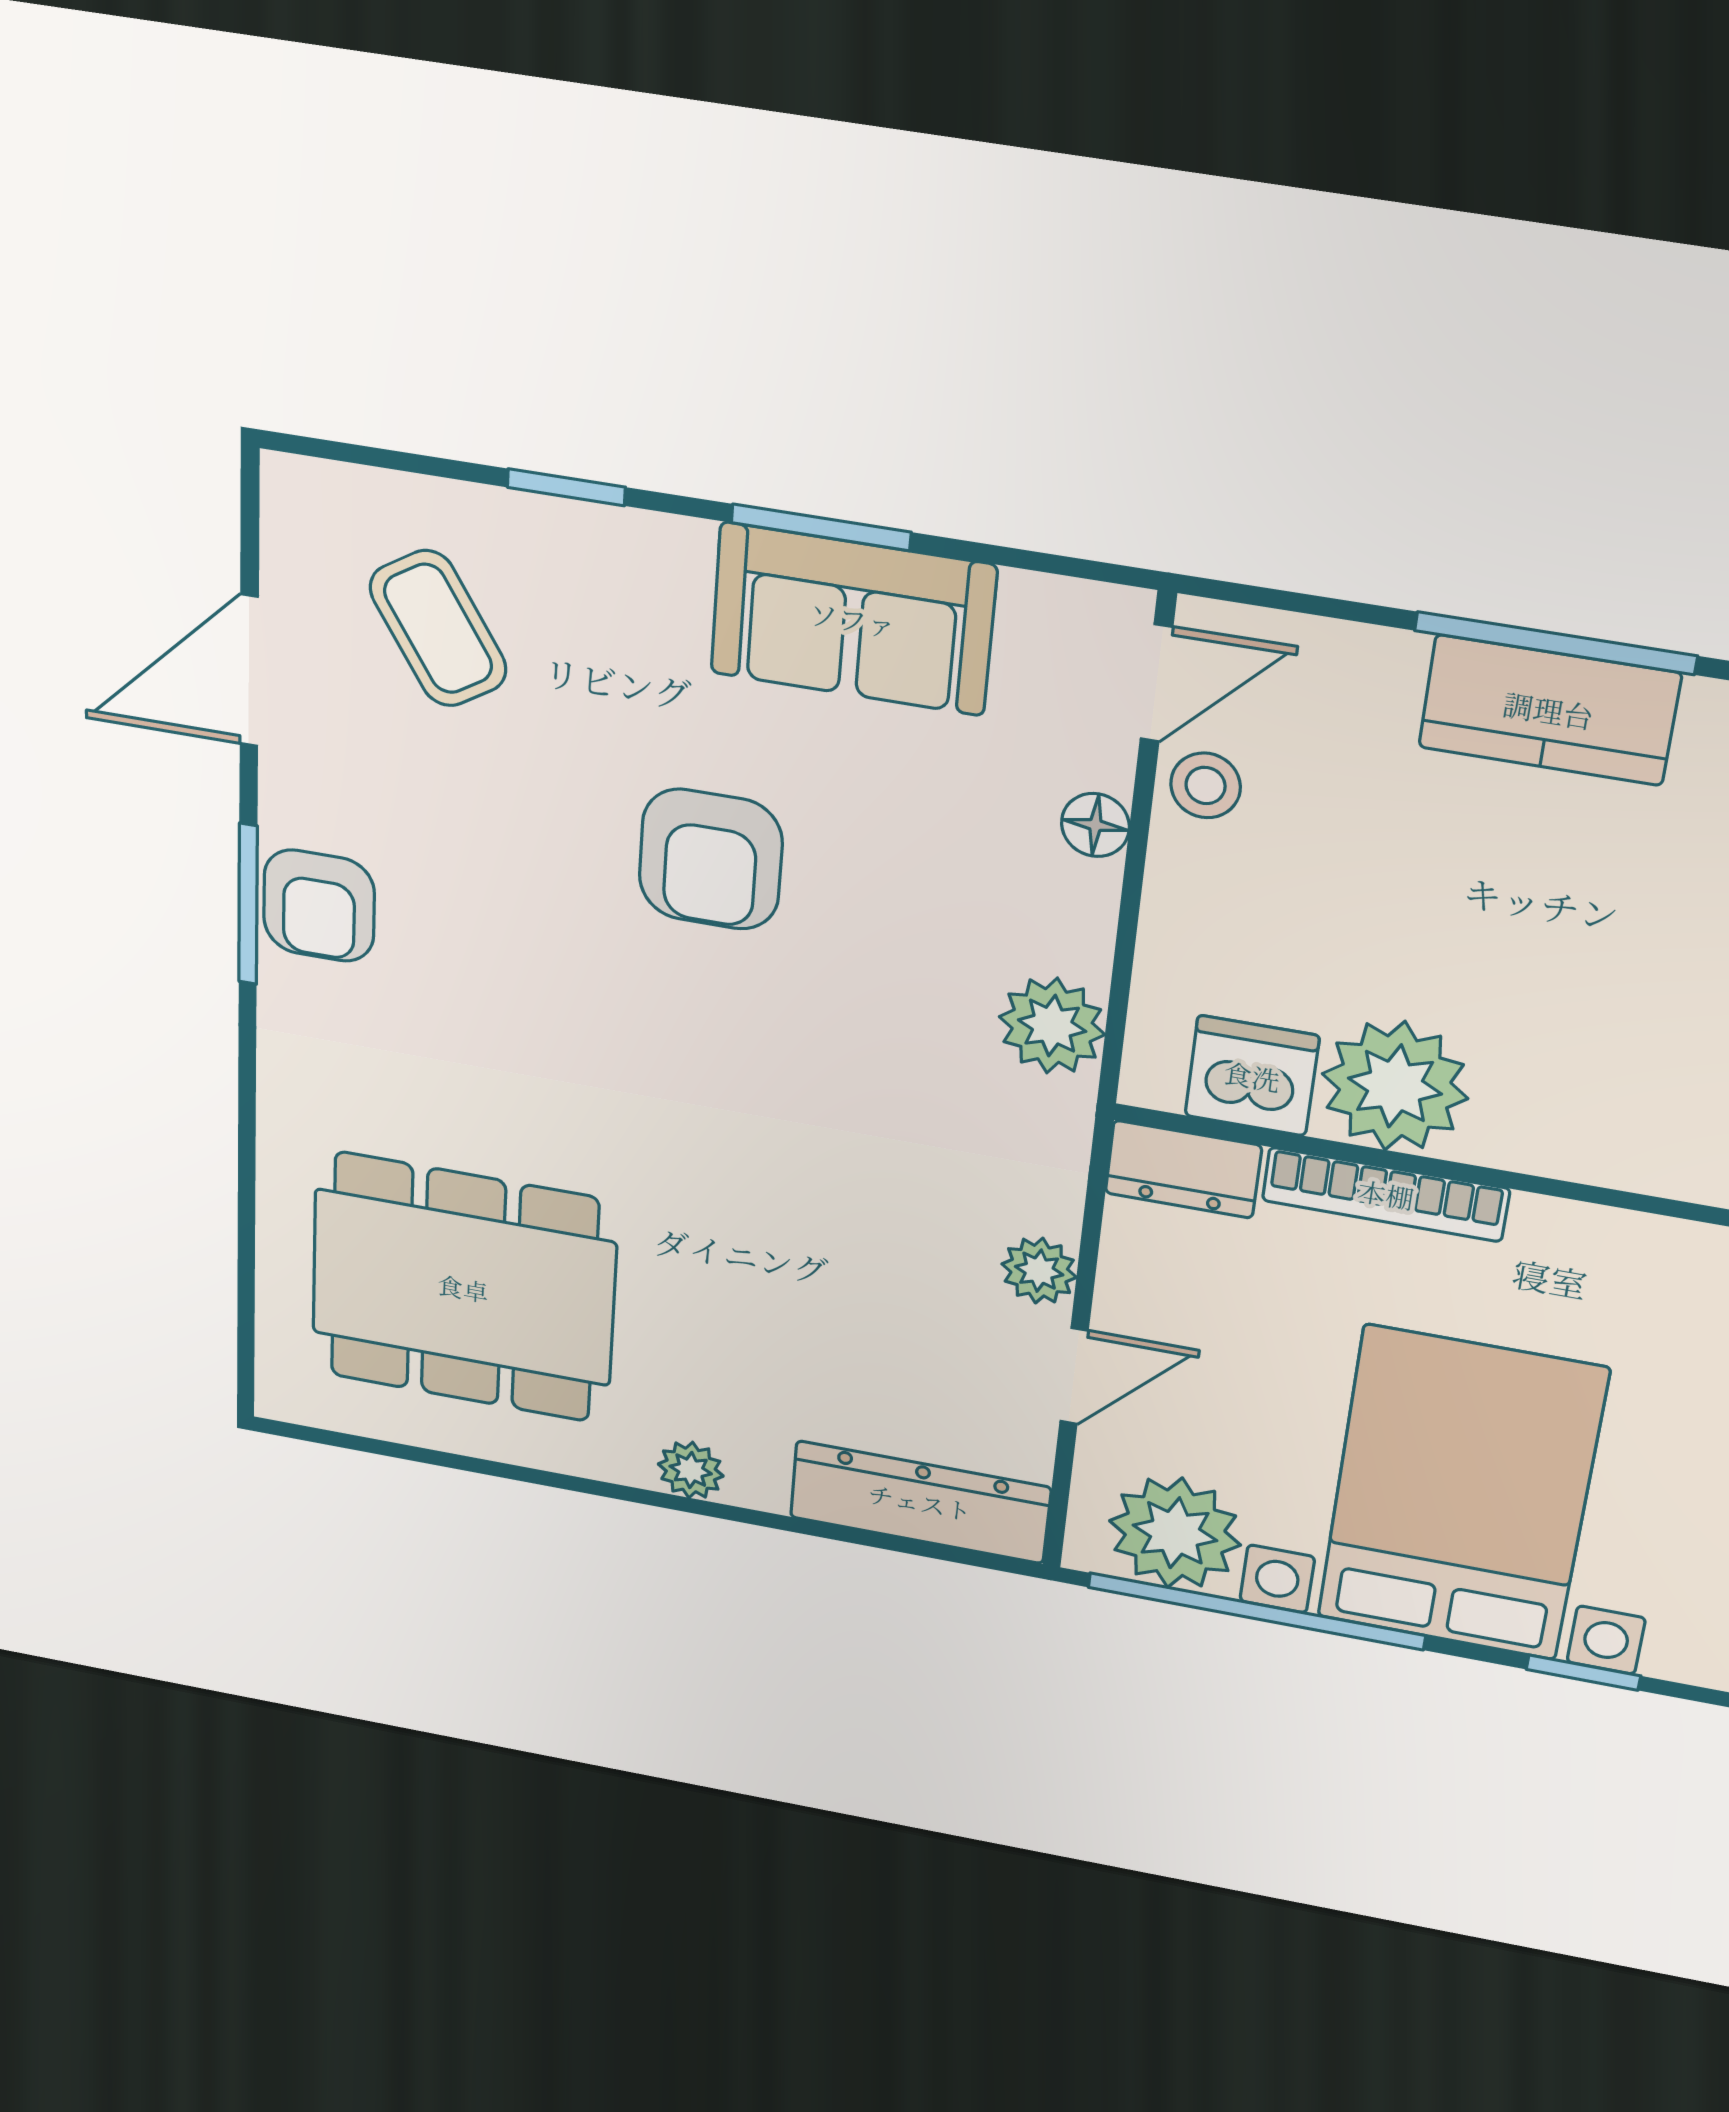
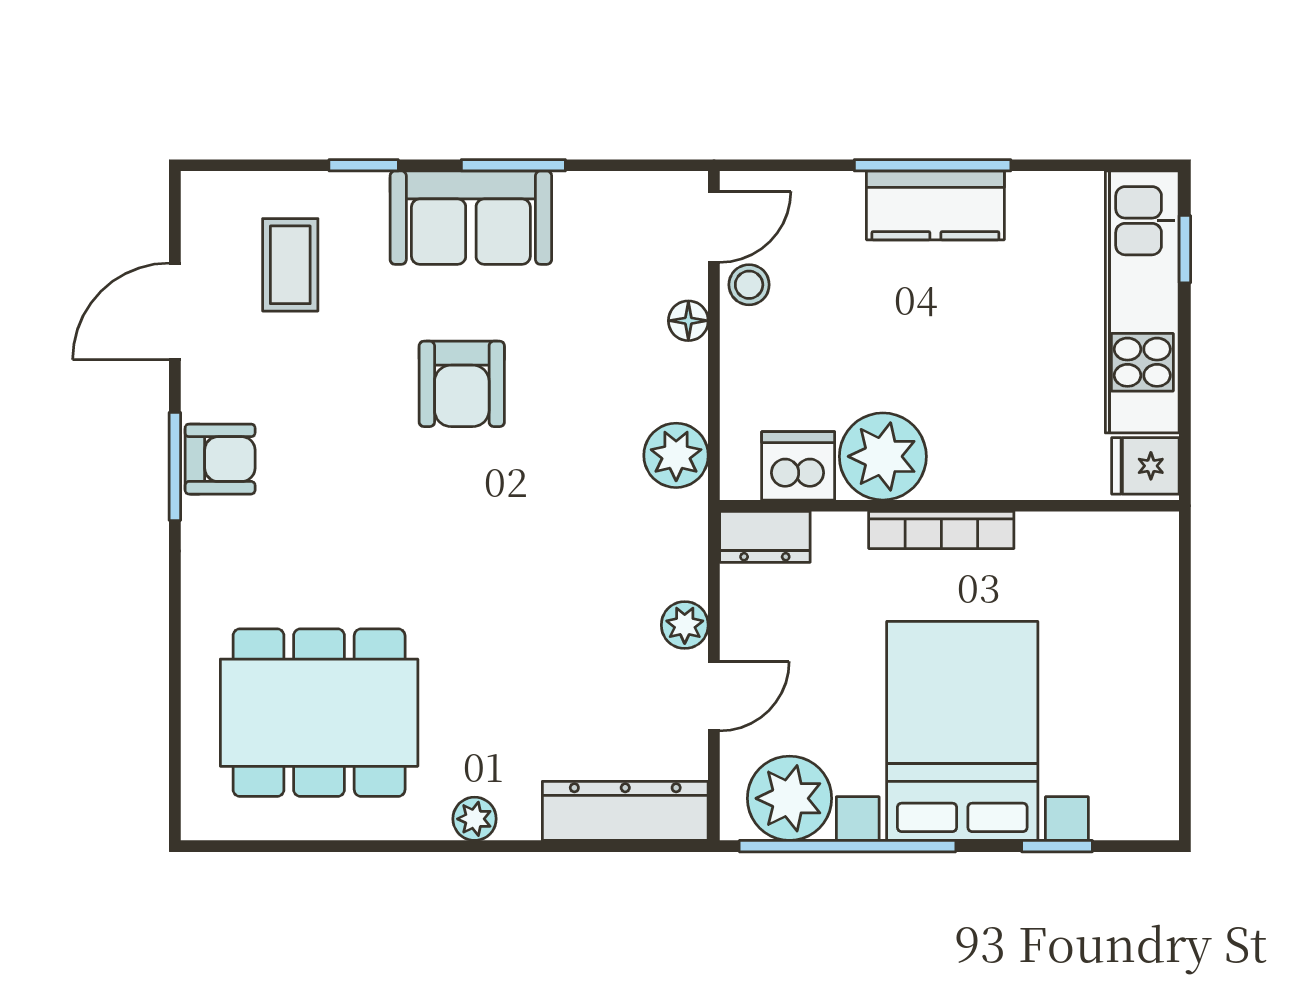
sofa: (853, 619) -> (471, 218), moved
coffee table: (438, 629) -> (290, 265), turned 32
armchair: (319, 906) -> (220, 459), turned -90
bookcase: (1386, 1194) -> (941, 530), moved

